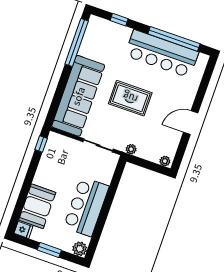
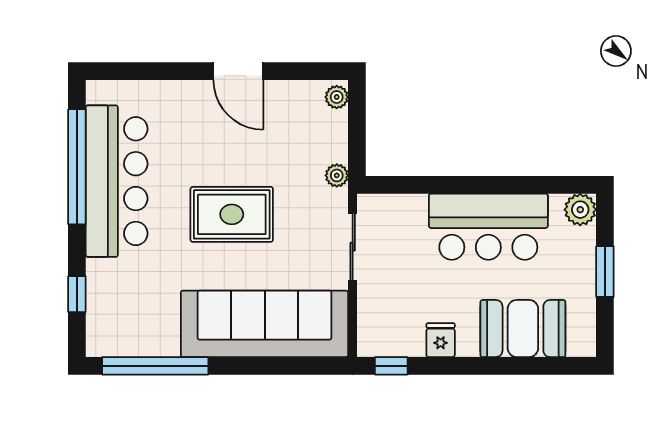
rug: (130, 98) -> (232, 214), turned 90
fridge: (23, 230) -> (441, 340), moved

